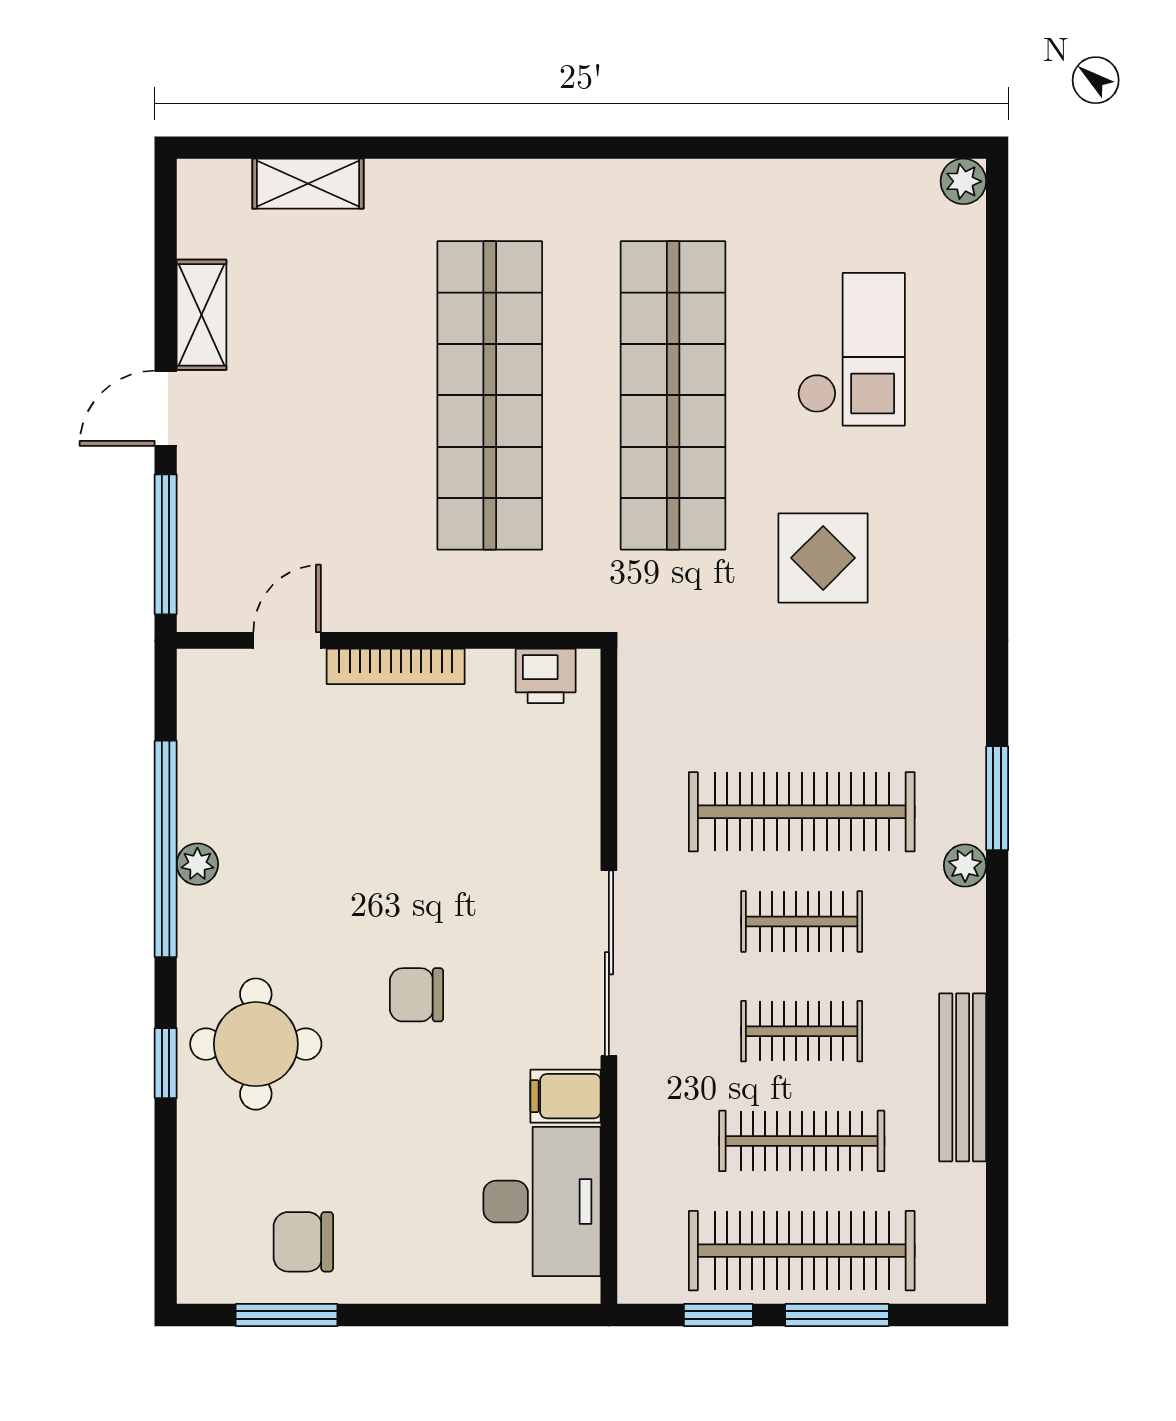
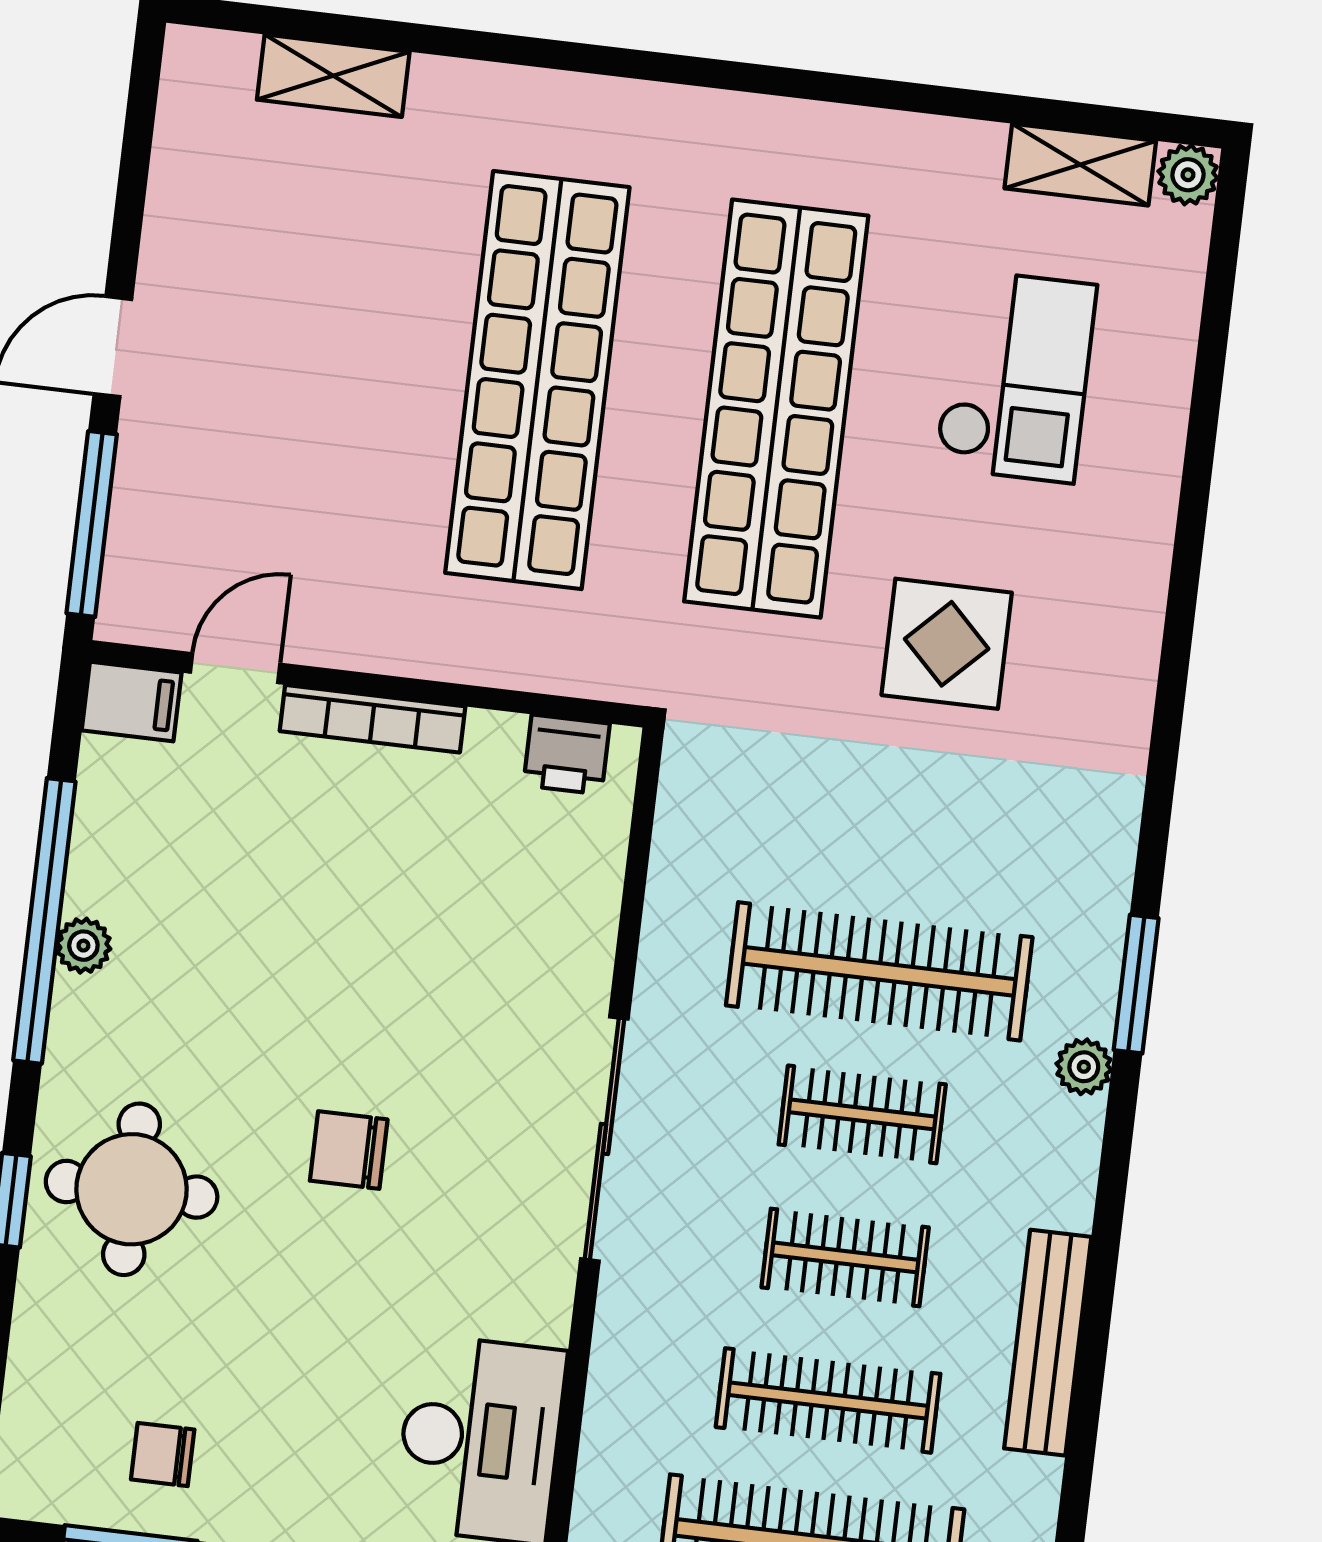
shelving: (201, 315) -> (1080, 165), moved, turned 90
filing cabinet: (565, 1096) -> (132, 702), moved, turned 180
chair: (303, 1242) -> (163, 1454), width x0.73, depth x0.73

